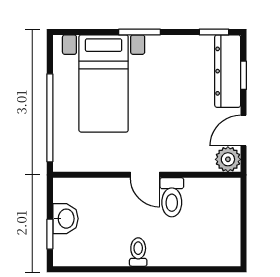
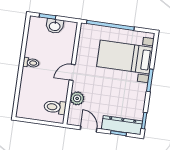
plant: (228, 159) -> (77, 98), moved
toilet: (172, 197) -> (55, 107), moved

